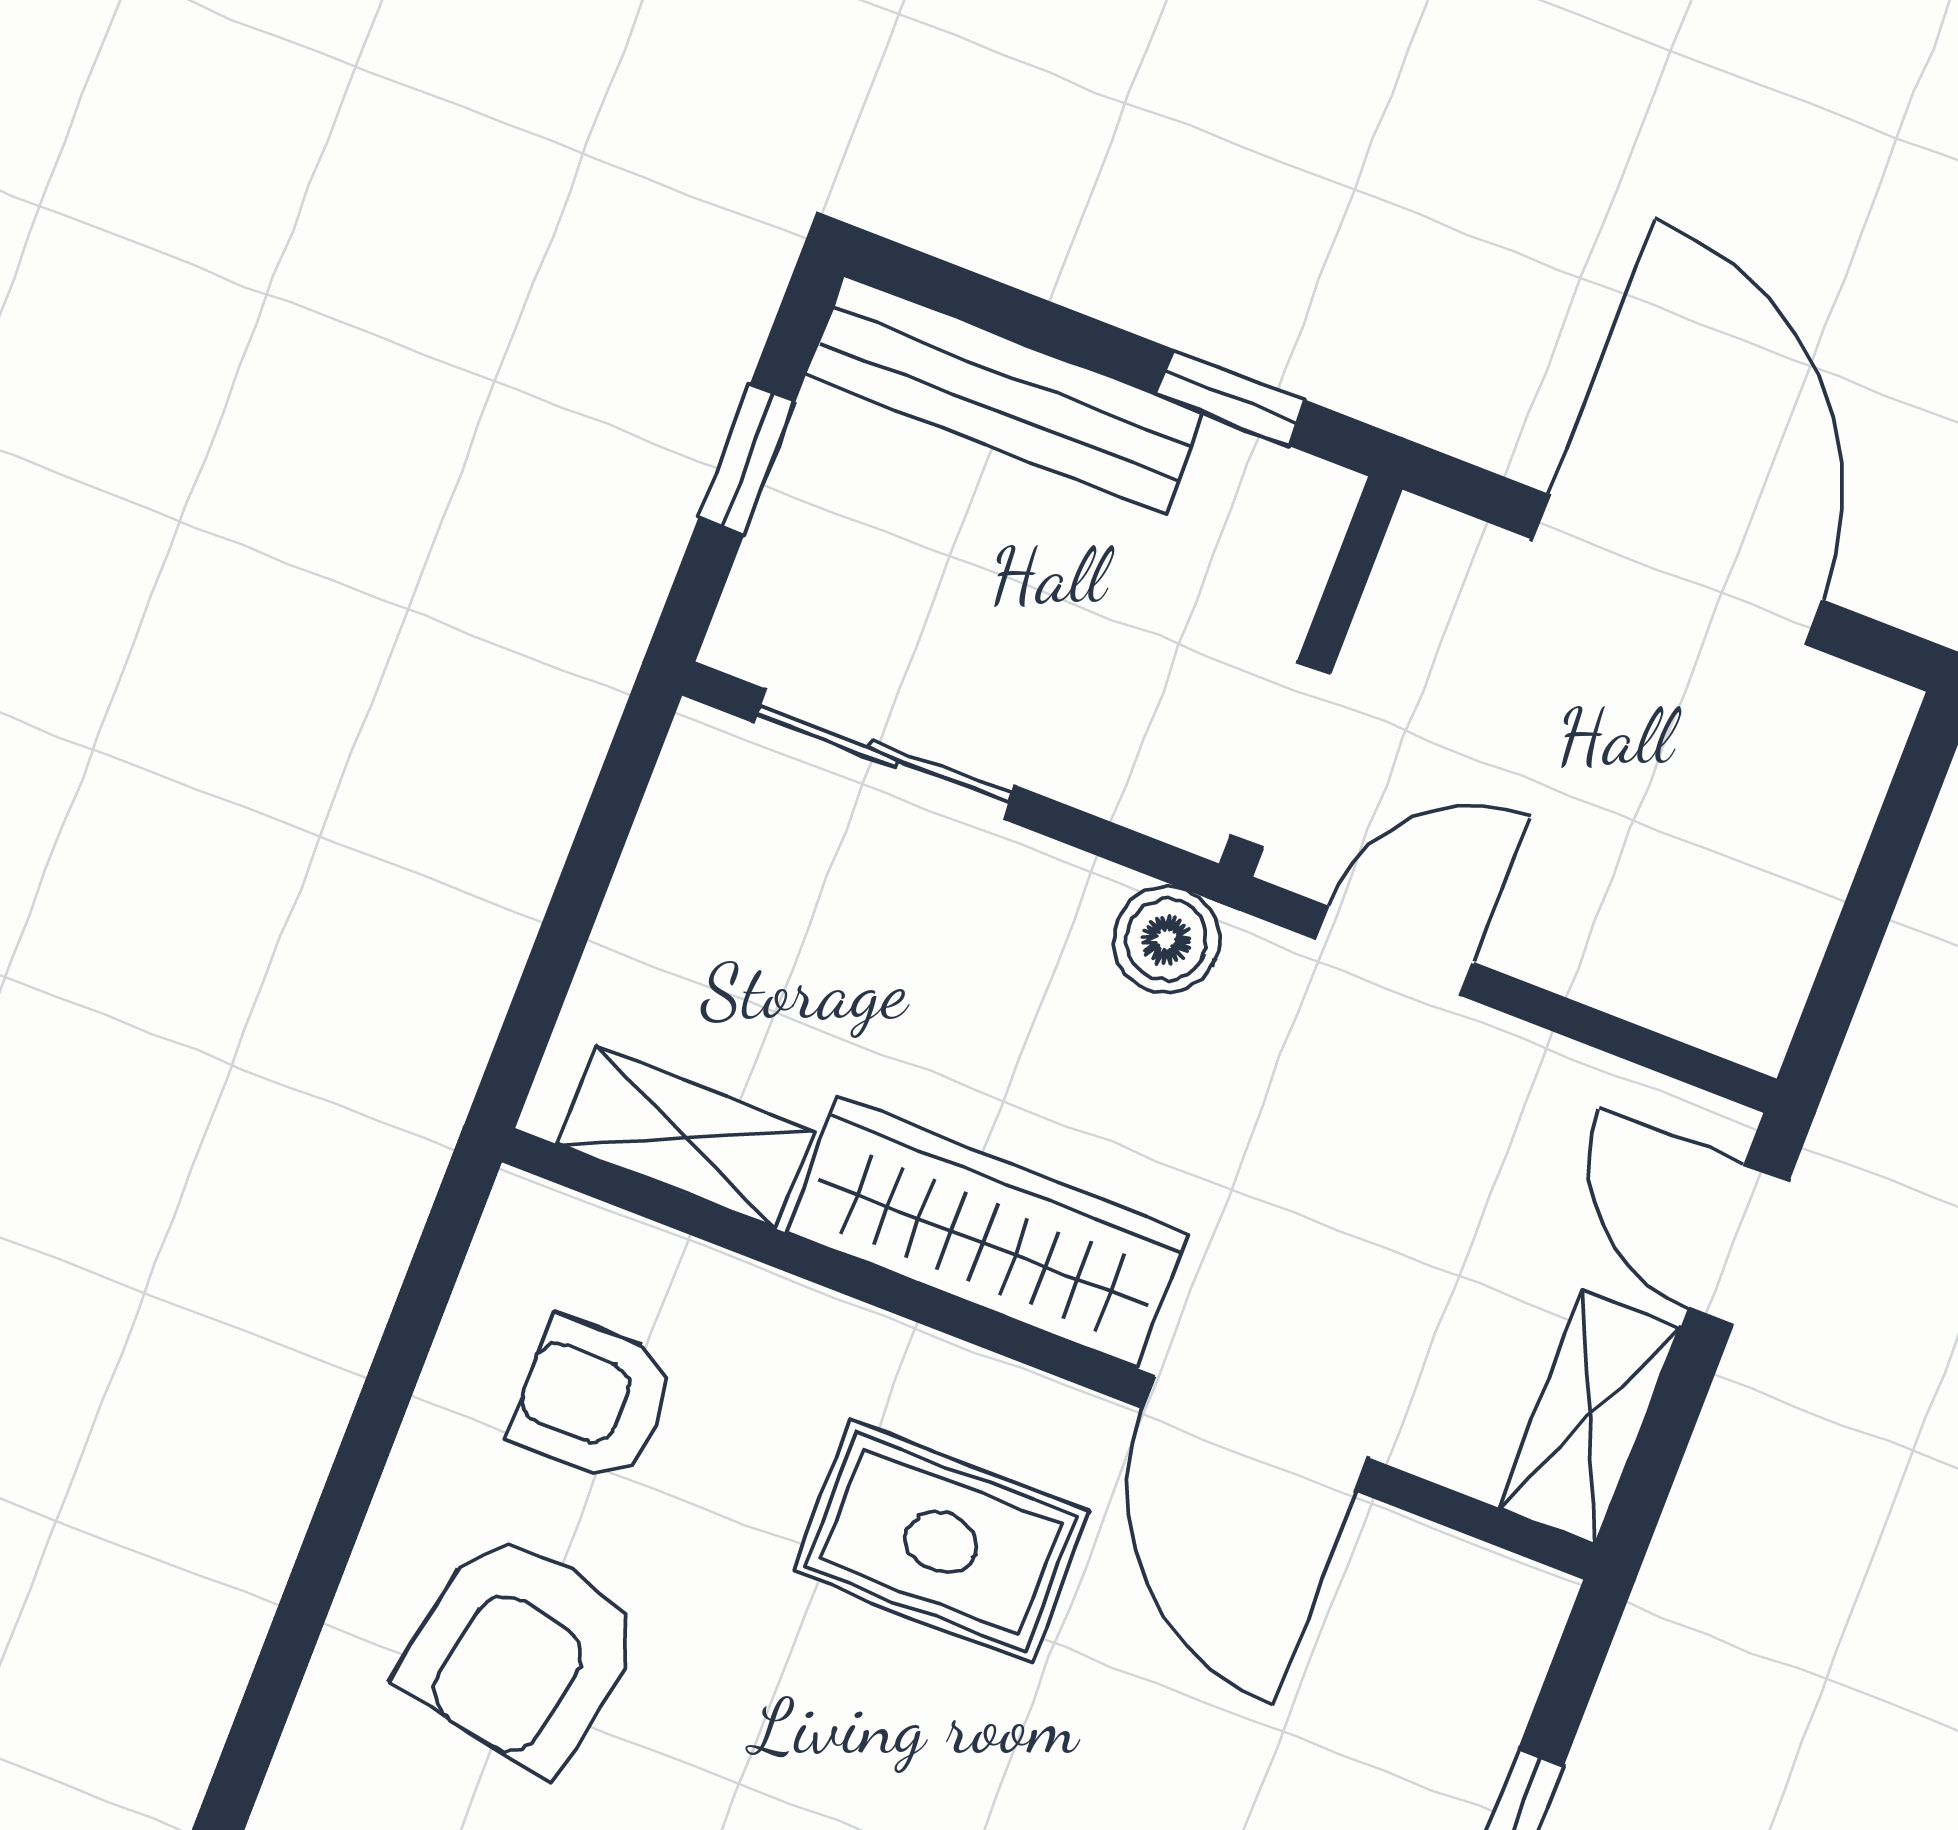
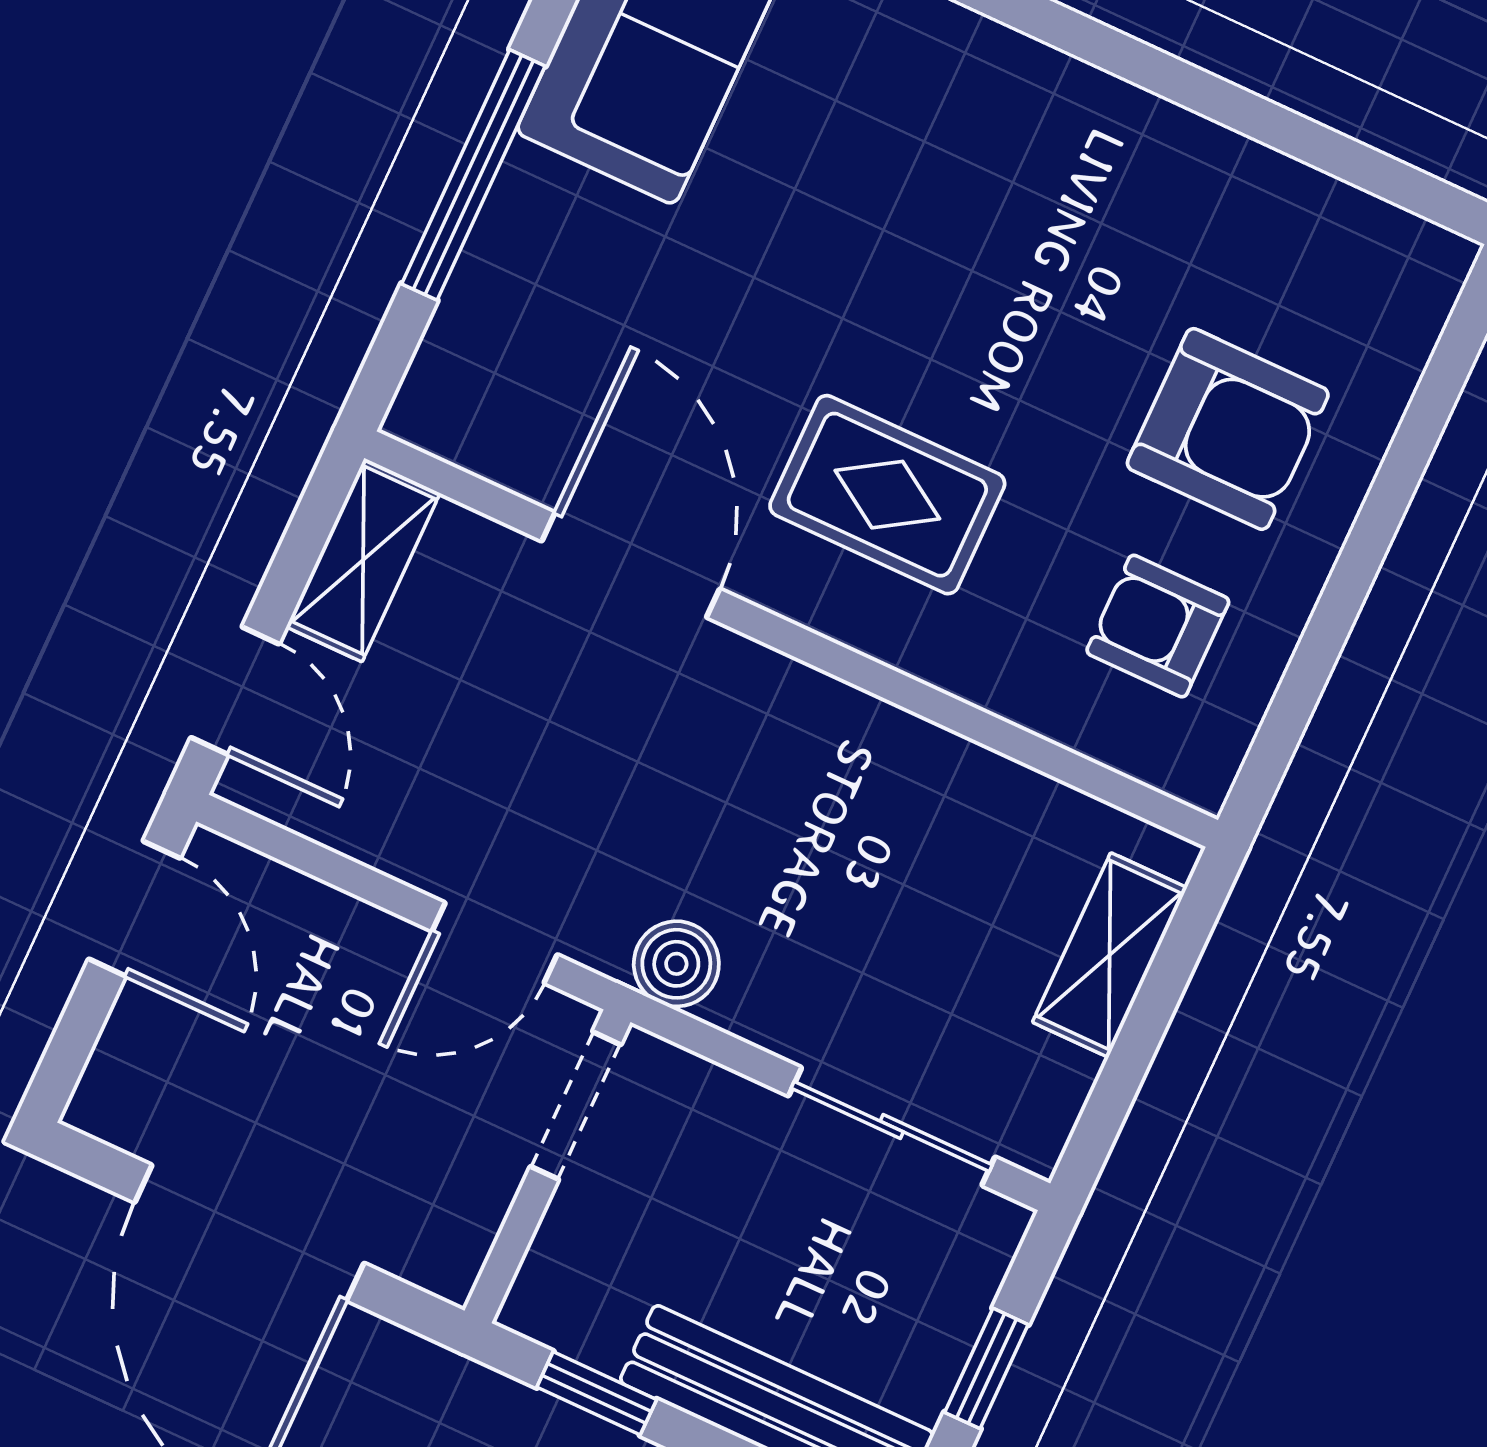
door: (1847, 965) -> (134, 909), added
shelving: (686, 1138) -> (1110, 955), moved, turned 90
wardrobe: (987, 1232) -> (835, 739), removed
armchair: (593, 1400) -> (1158, 626), turned 180
armchair: (522, 1651) -> (1228, 429), turned 79

